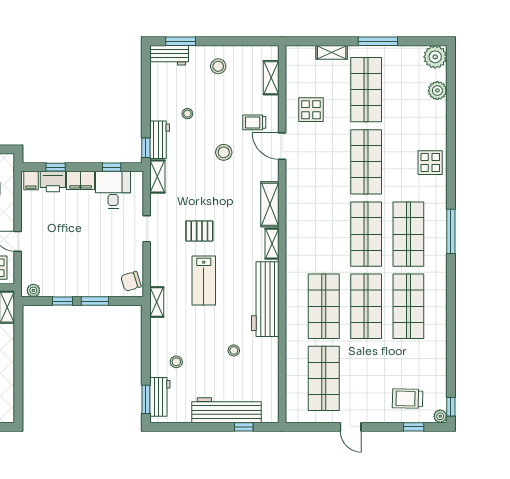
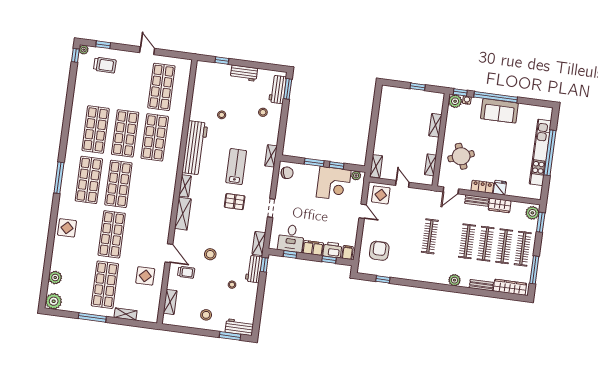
corner desk: (63, 275) -> (334, 184), added
workbench: (226, 410) -> (244, 73), width x0.53, depth x0.76

